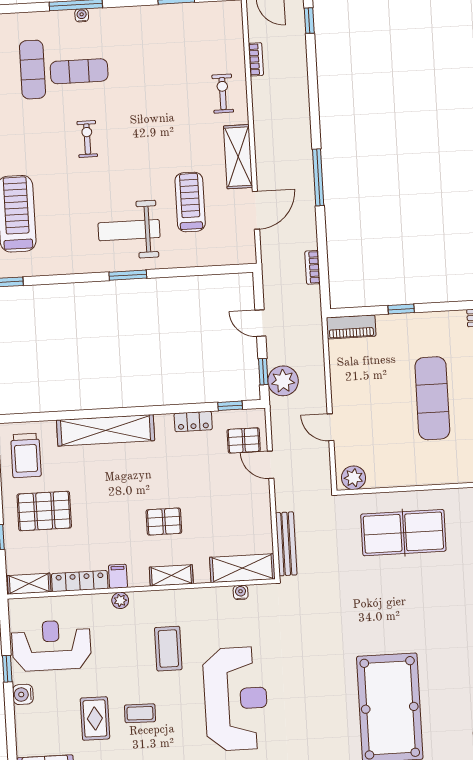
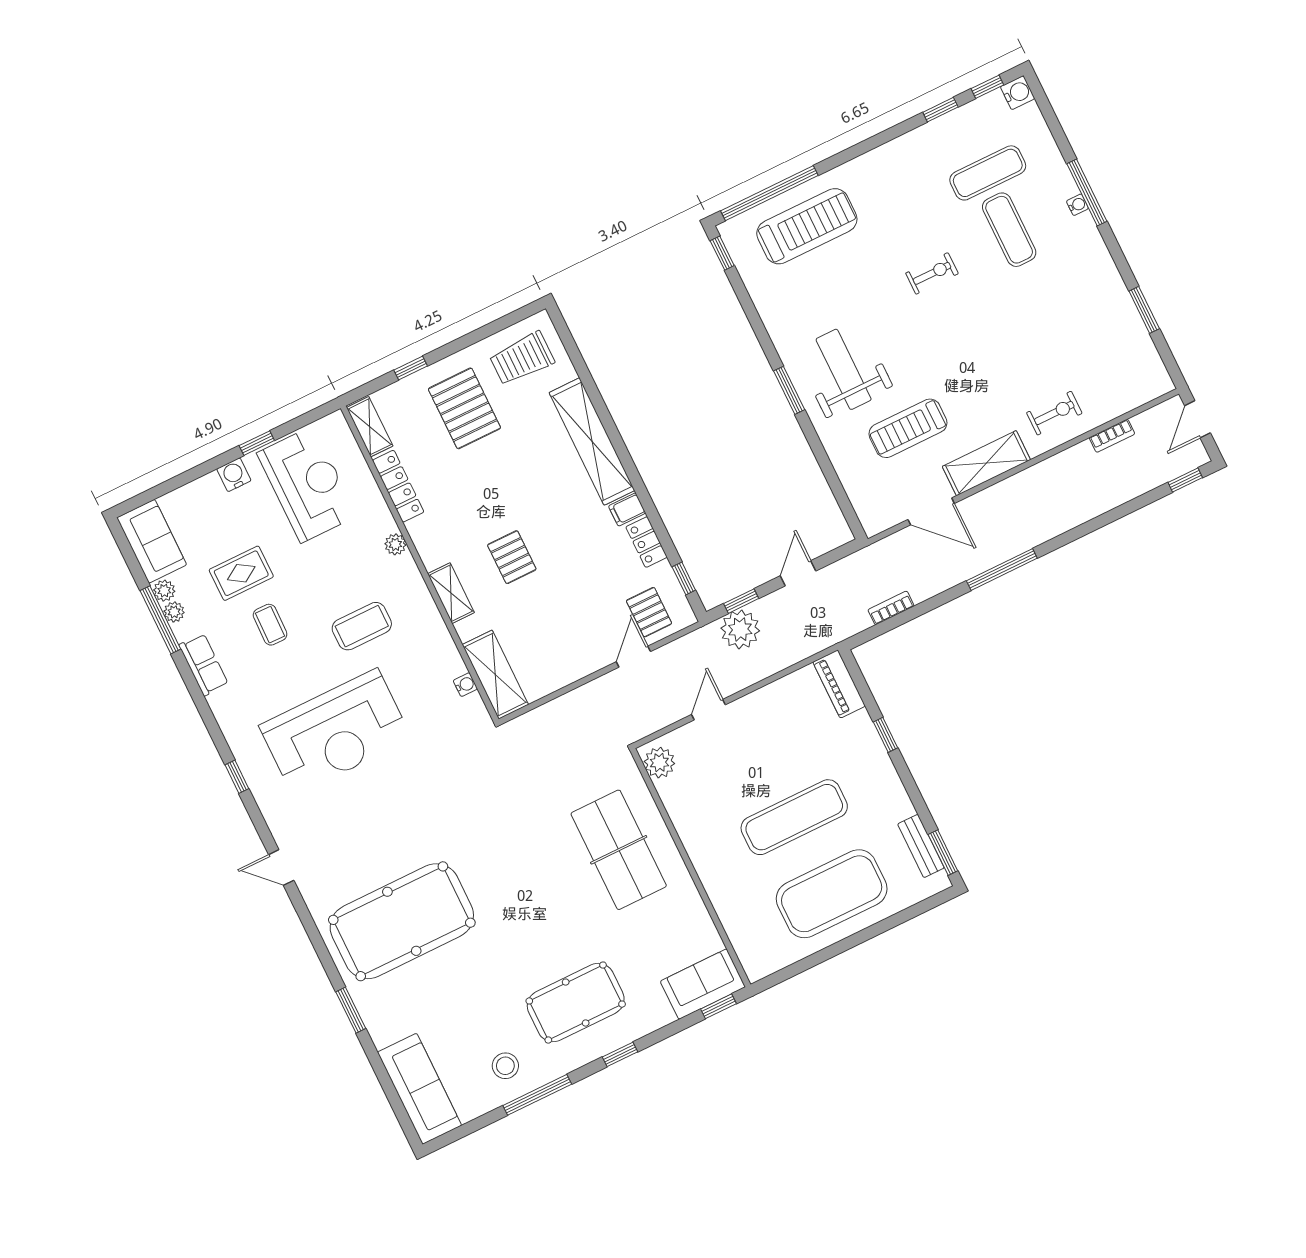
treadmill: (190, 202) -> (908, 428), turned 180
bench: (286, 544) -> (546, 715), removed
filing cabinet: (118, 576) -> (627, 509), moved, turned 180

